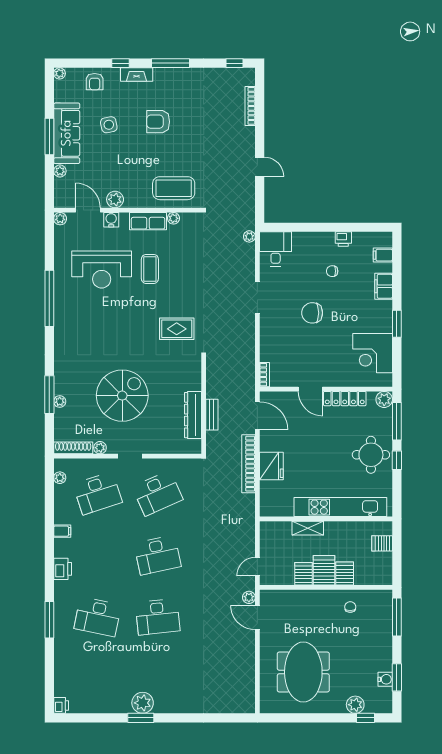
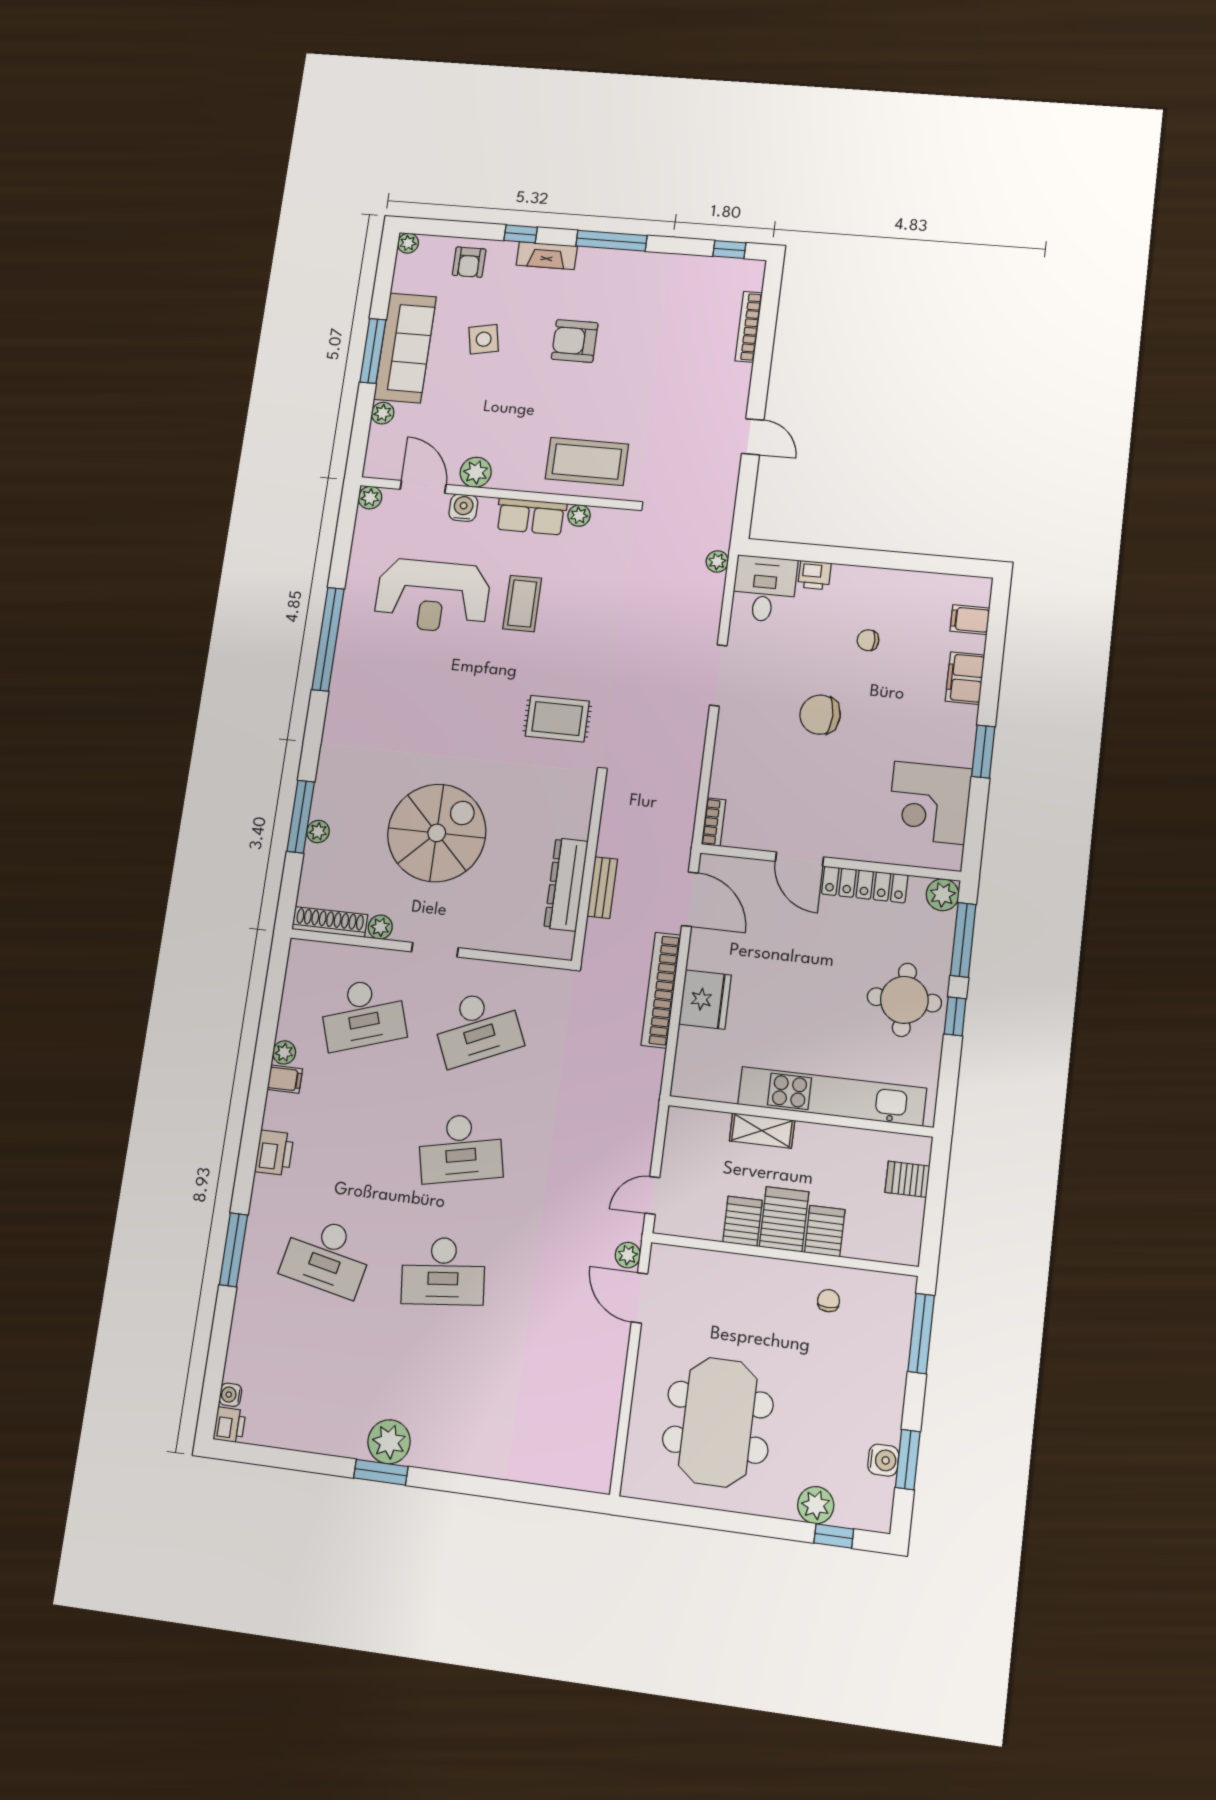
printer: (343, 239) -> (814, 575), moved
plant: (60, 478) -> (284, 1052), moved
water cooler: (59, 691) -> (230, 1395), added

